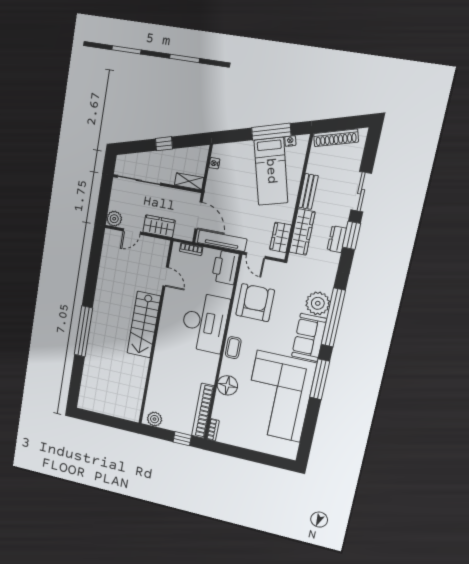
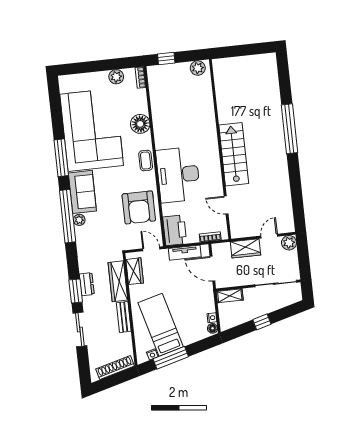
floor lamp: (217, 151) -> (213, 328), added
tv unit: (222, 241) -> (185, 253), width x0.71
plant: (318, 303) -> (79, 220), width x0.53, depth x0.53
bookcase: (203, 411) -> (155, 92), removed
plant: (237, 439) -> (116, 77), added

